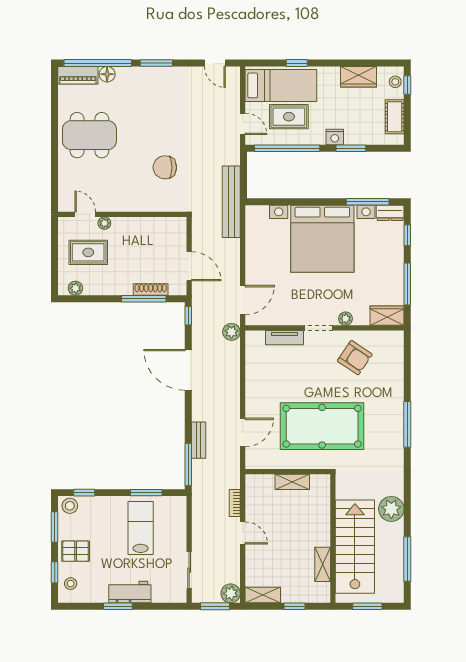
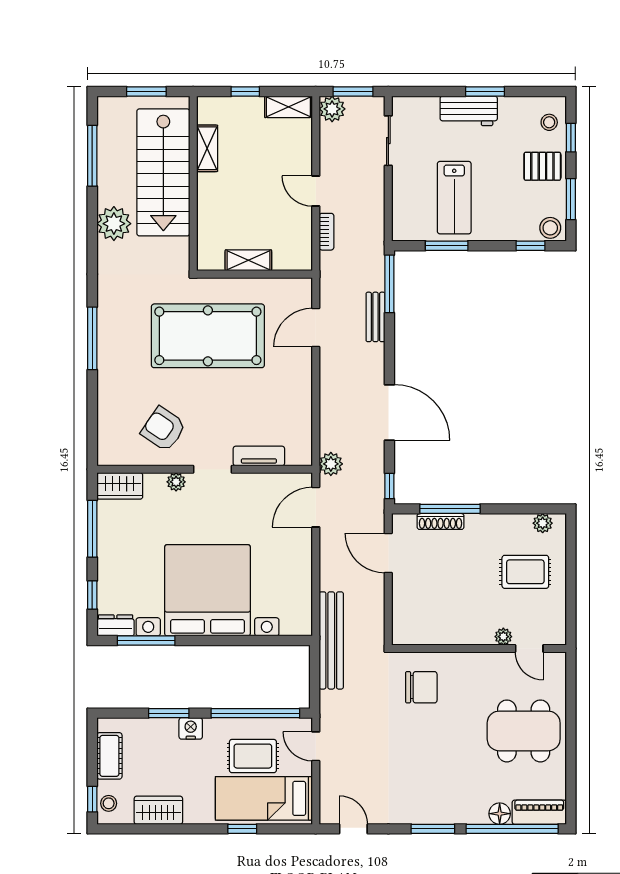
door: (85, 214) -> (529, 648), moved
wall: (122, 214) -> (479, 648), moved
plant: (104, 223) -> (503, 637), moved

